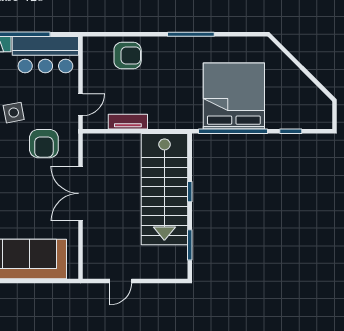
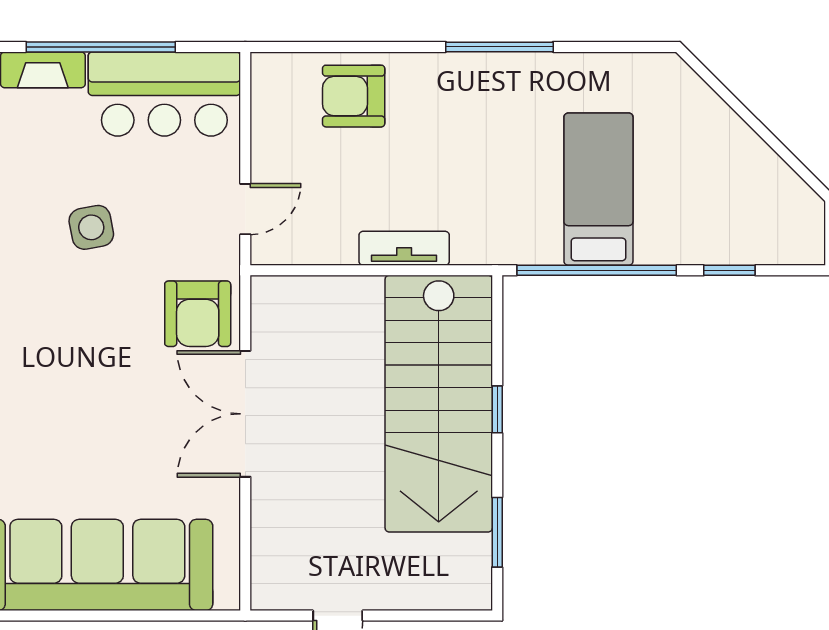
armchair: (128, 56) -> (354, 96), turned 180
bed: (234, 96) -> (598, 189), width x0.49
tv unit: (128, 122) -> (404, 248), moved
armchair: (44, 144) -> (198, 314), moved

